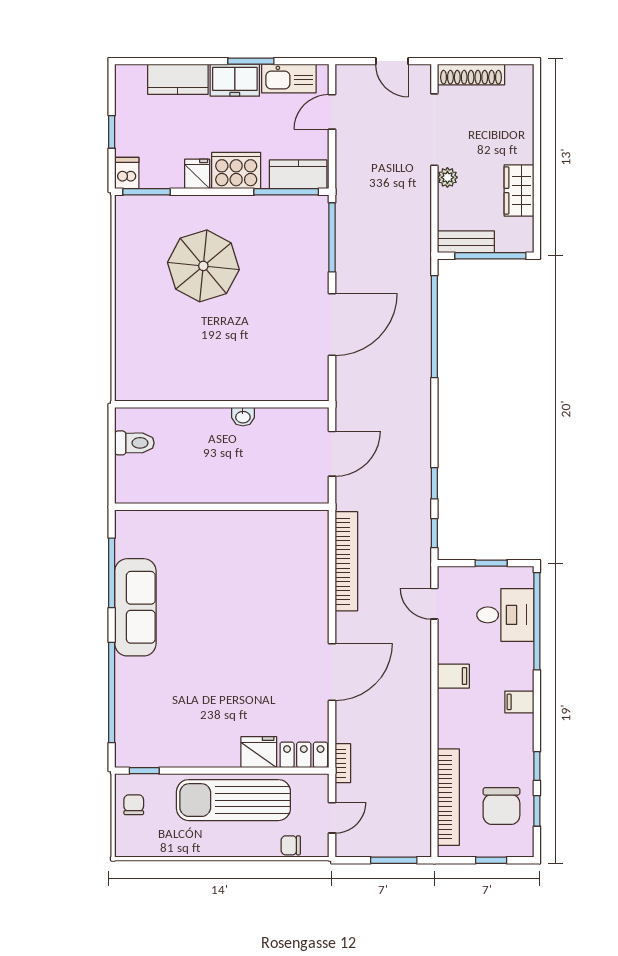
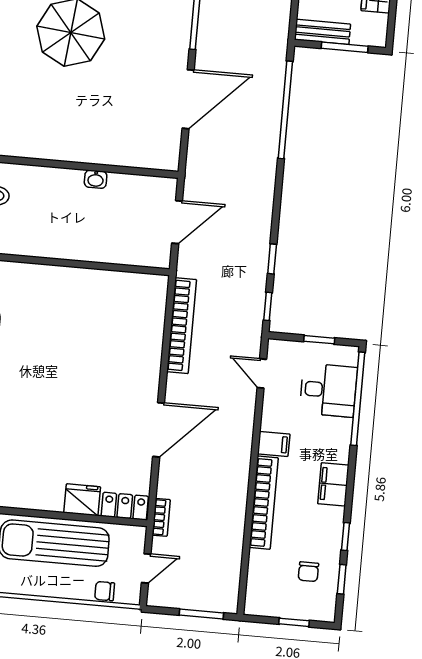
window: (490, 256) -> (345, 47), width x0.69
filing cabinet: (519, 702) -> (333, 484), width x2.00
bookcase: (448, 797) -> (264, 503), moved
chair: (501, 806) -> (308, 572), width x0.54, depth x0.54

